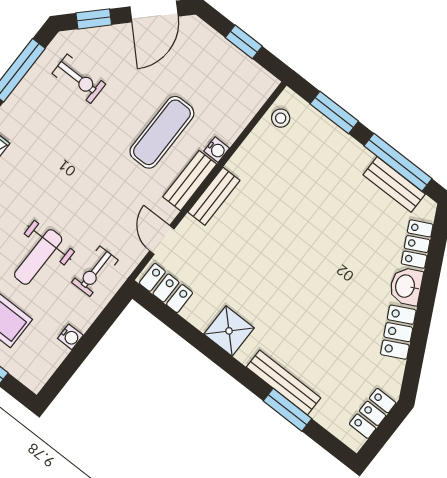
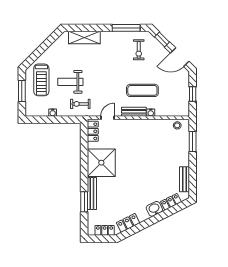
window: (398, 162) -> (193, 175), removed
bench: (214, 196) -> (135, 124), removed
shower: (229, 331) -> (101, 163), width x1.86, depth x1.86
locker: (398, 332) -> (128, 223), moved

